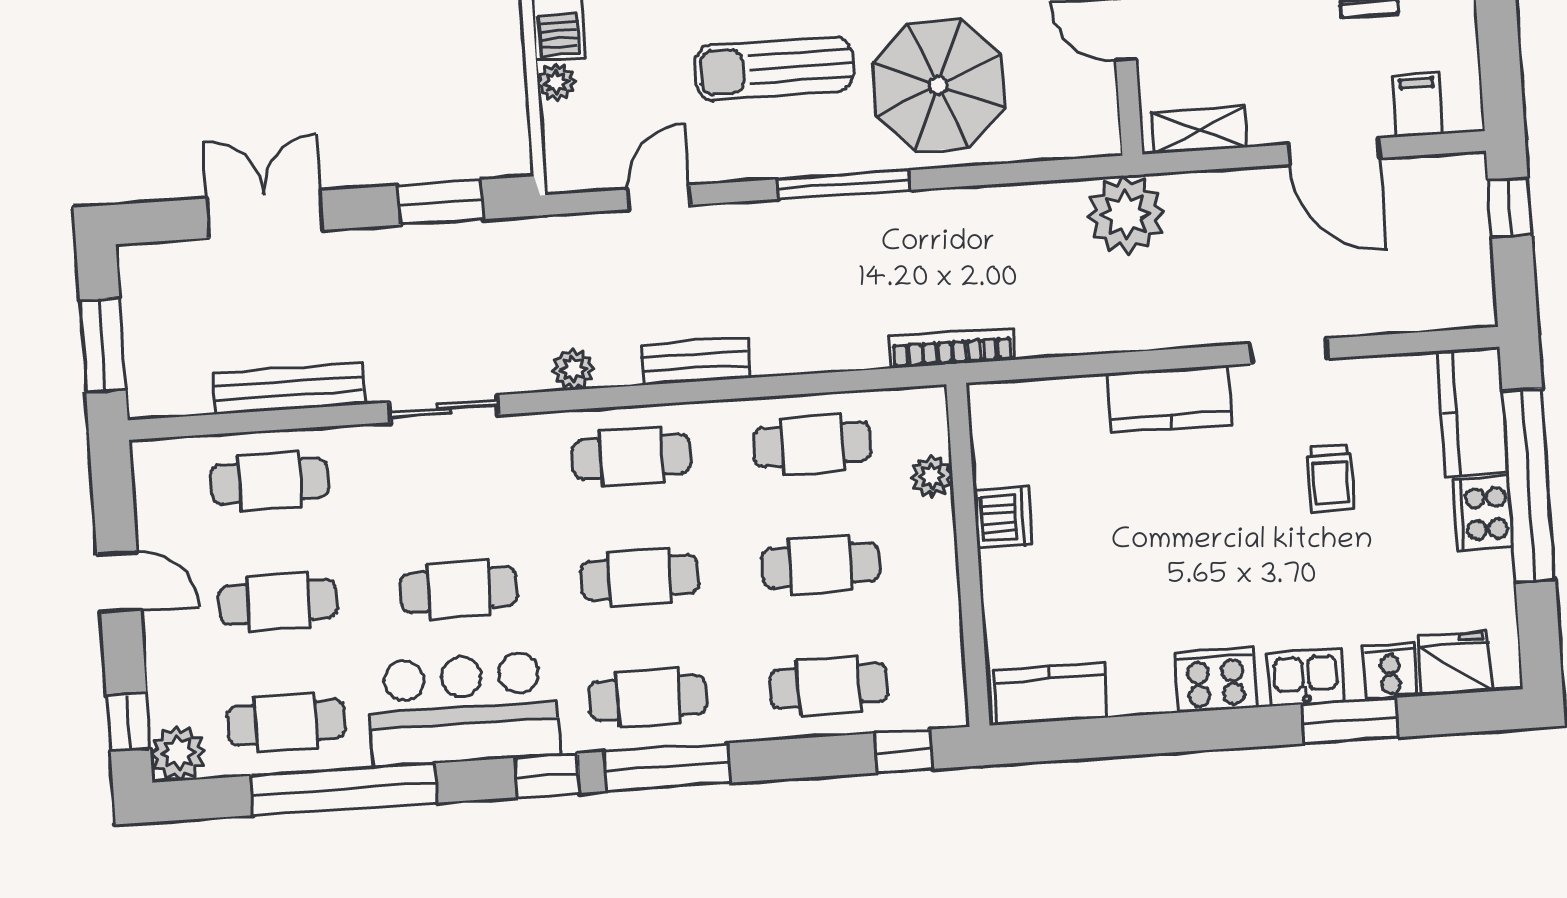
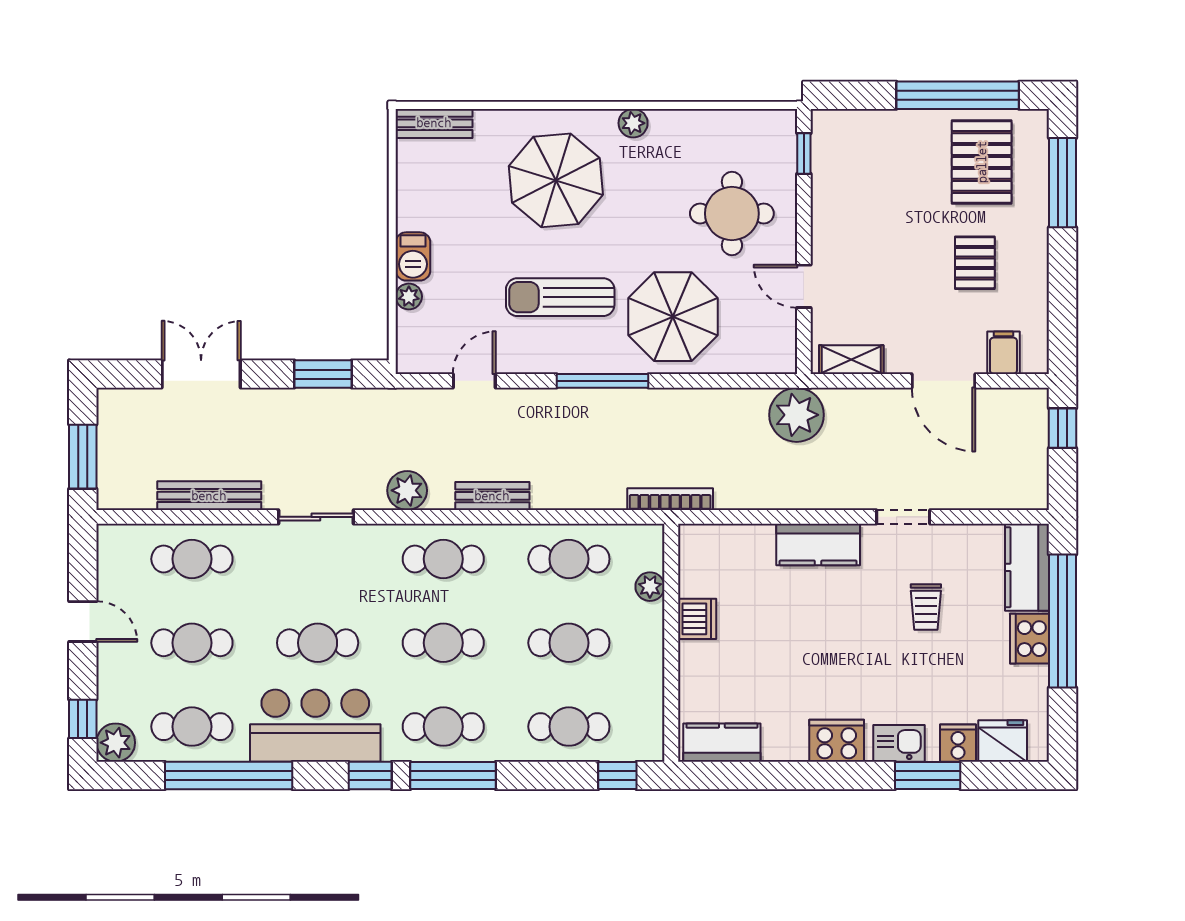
plant: (573, 369) -> (407, 490), width x1.38, depth x1.38

